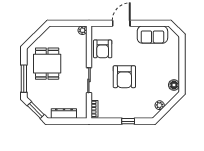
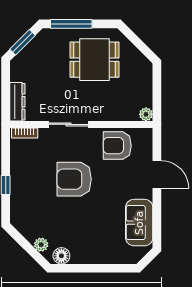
plant: (160, 105) -> (41, 245), moved
dresser: (64, 113) -> (17, 102), moved

